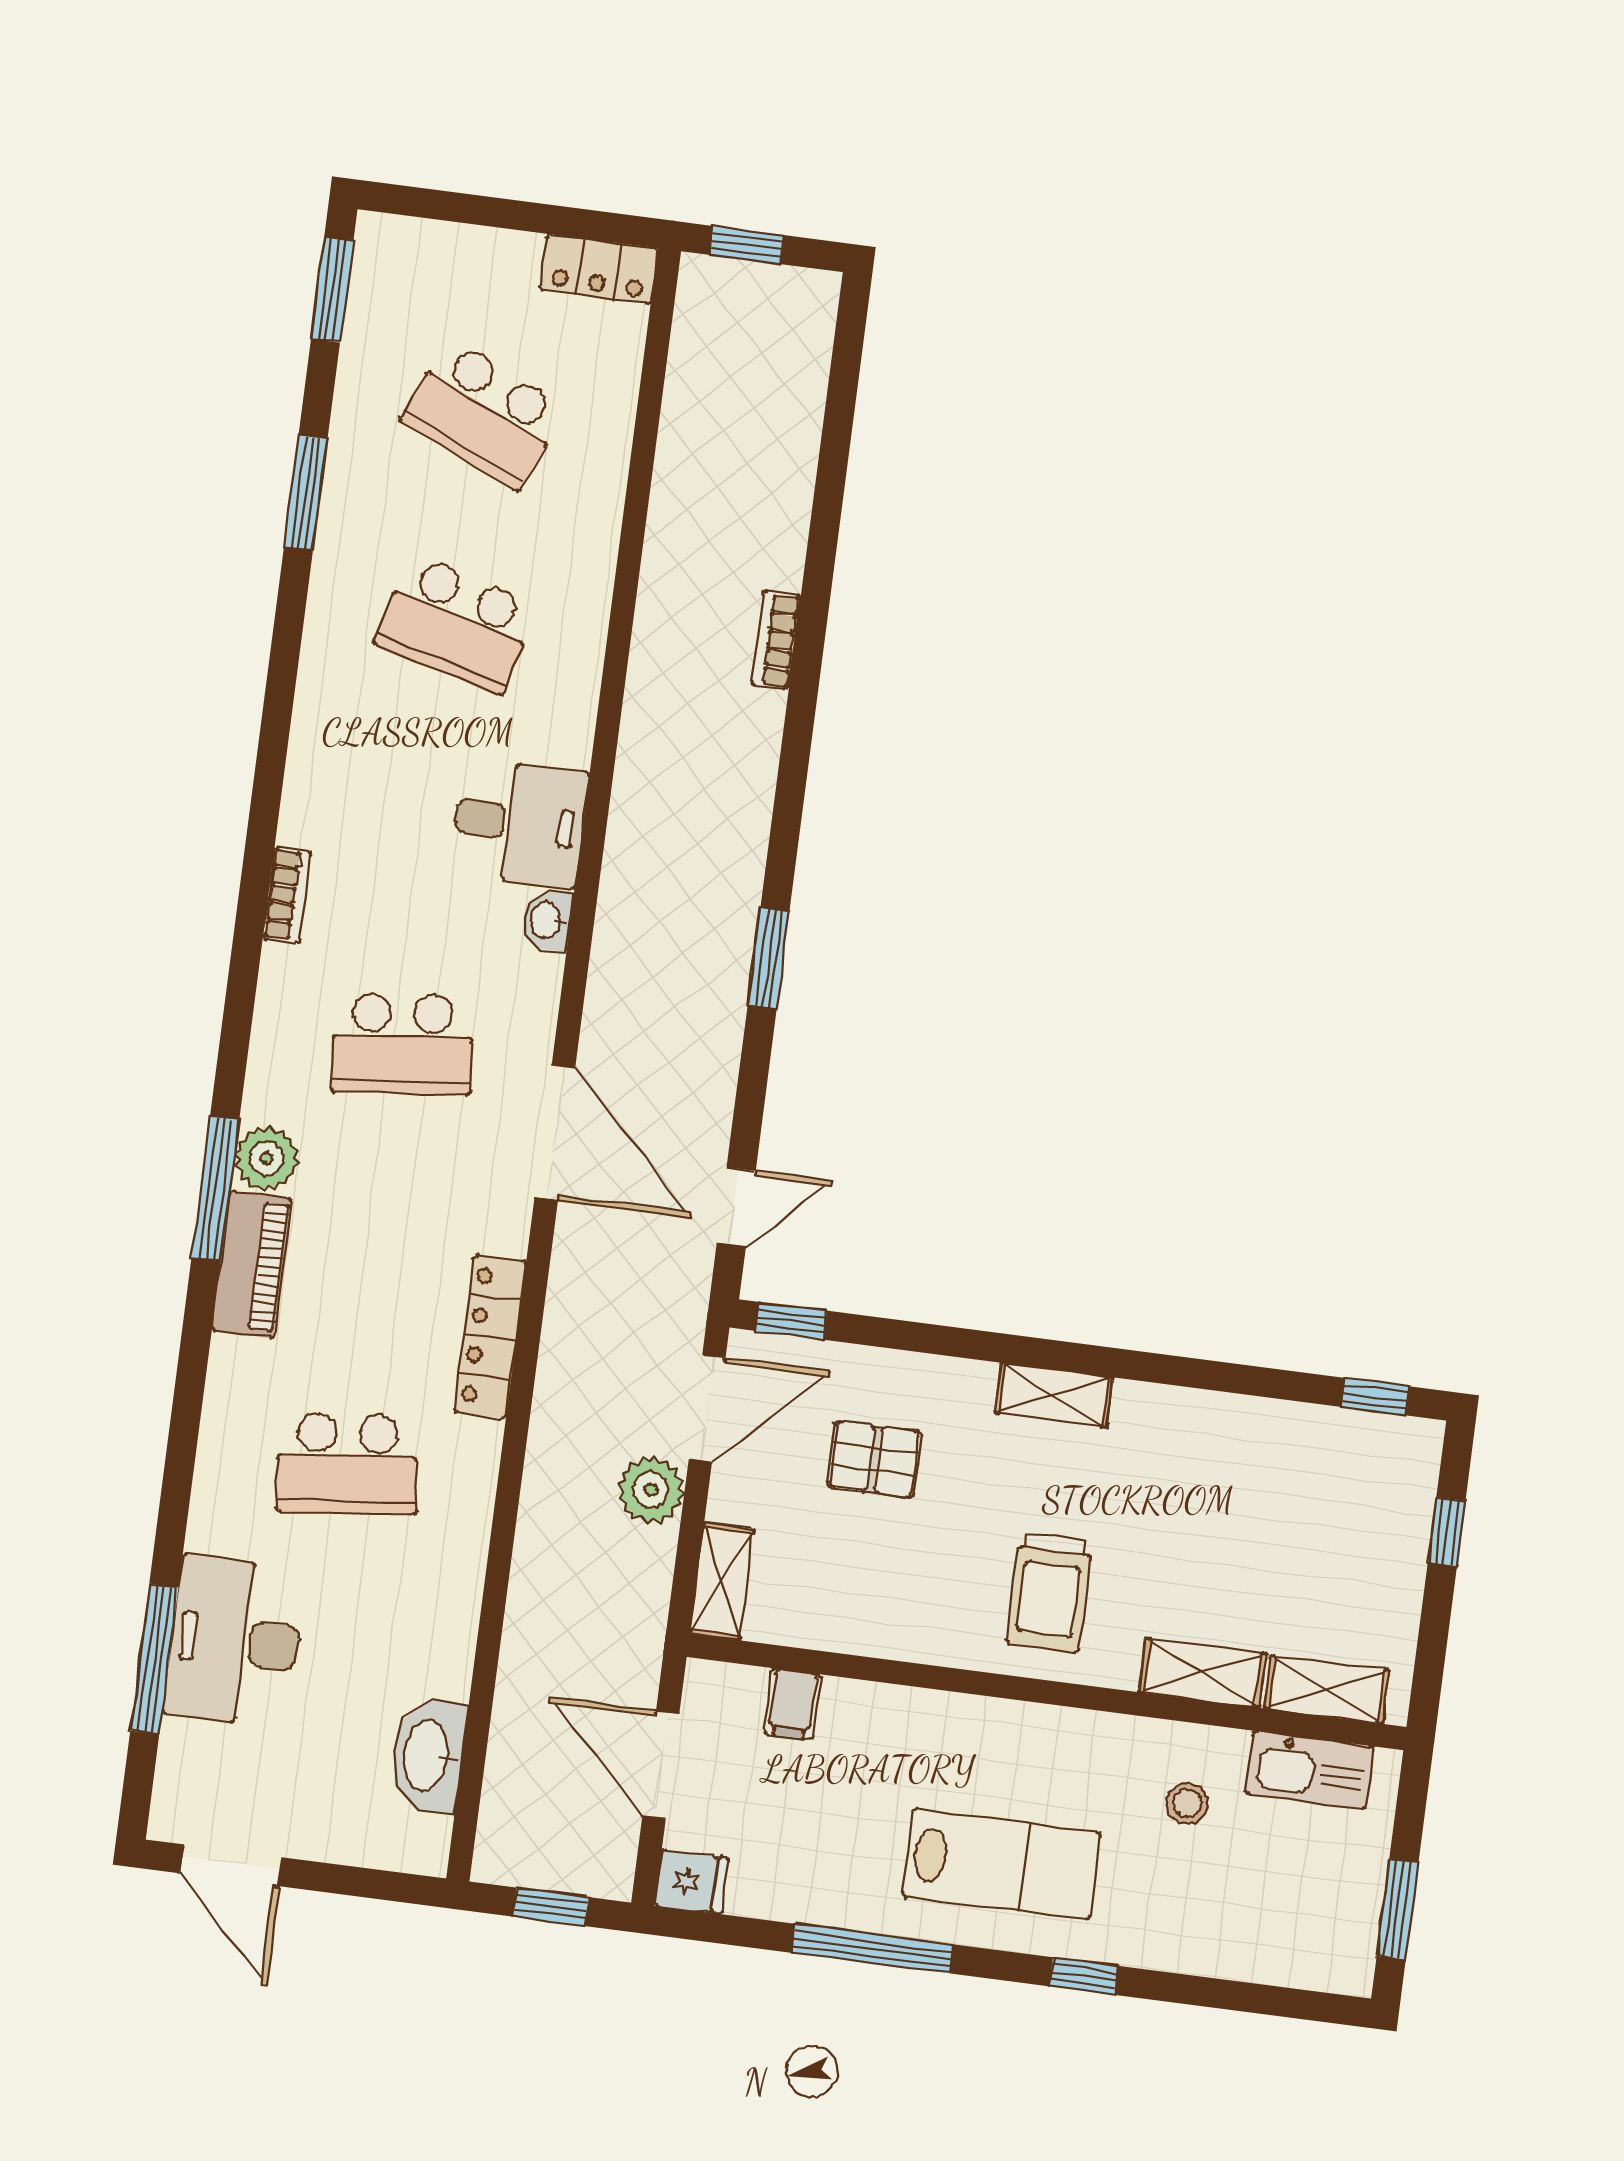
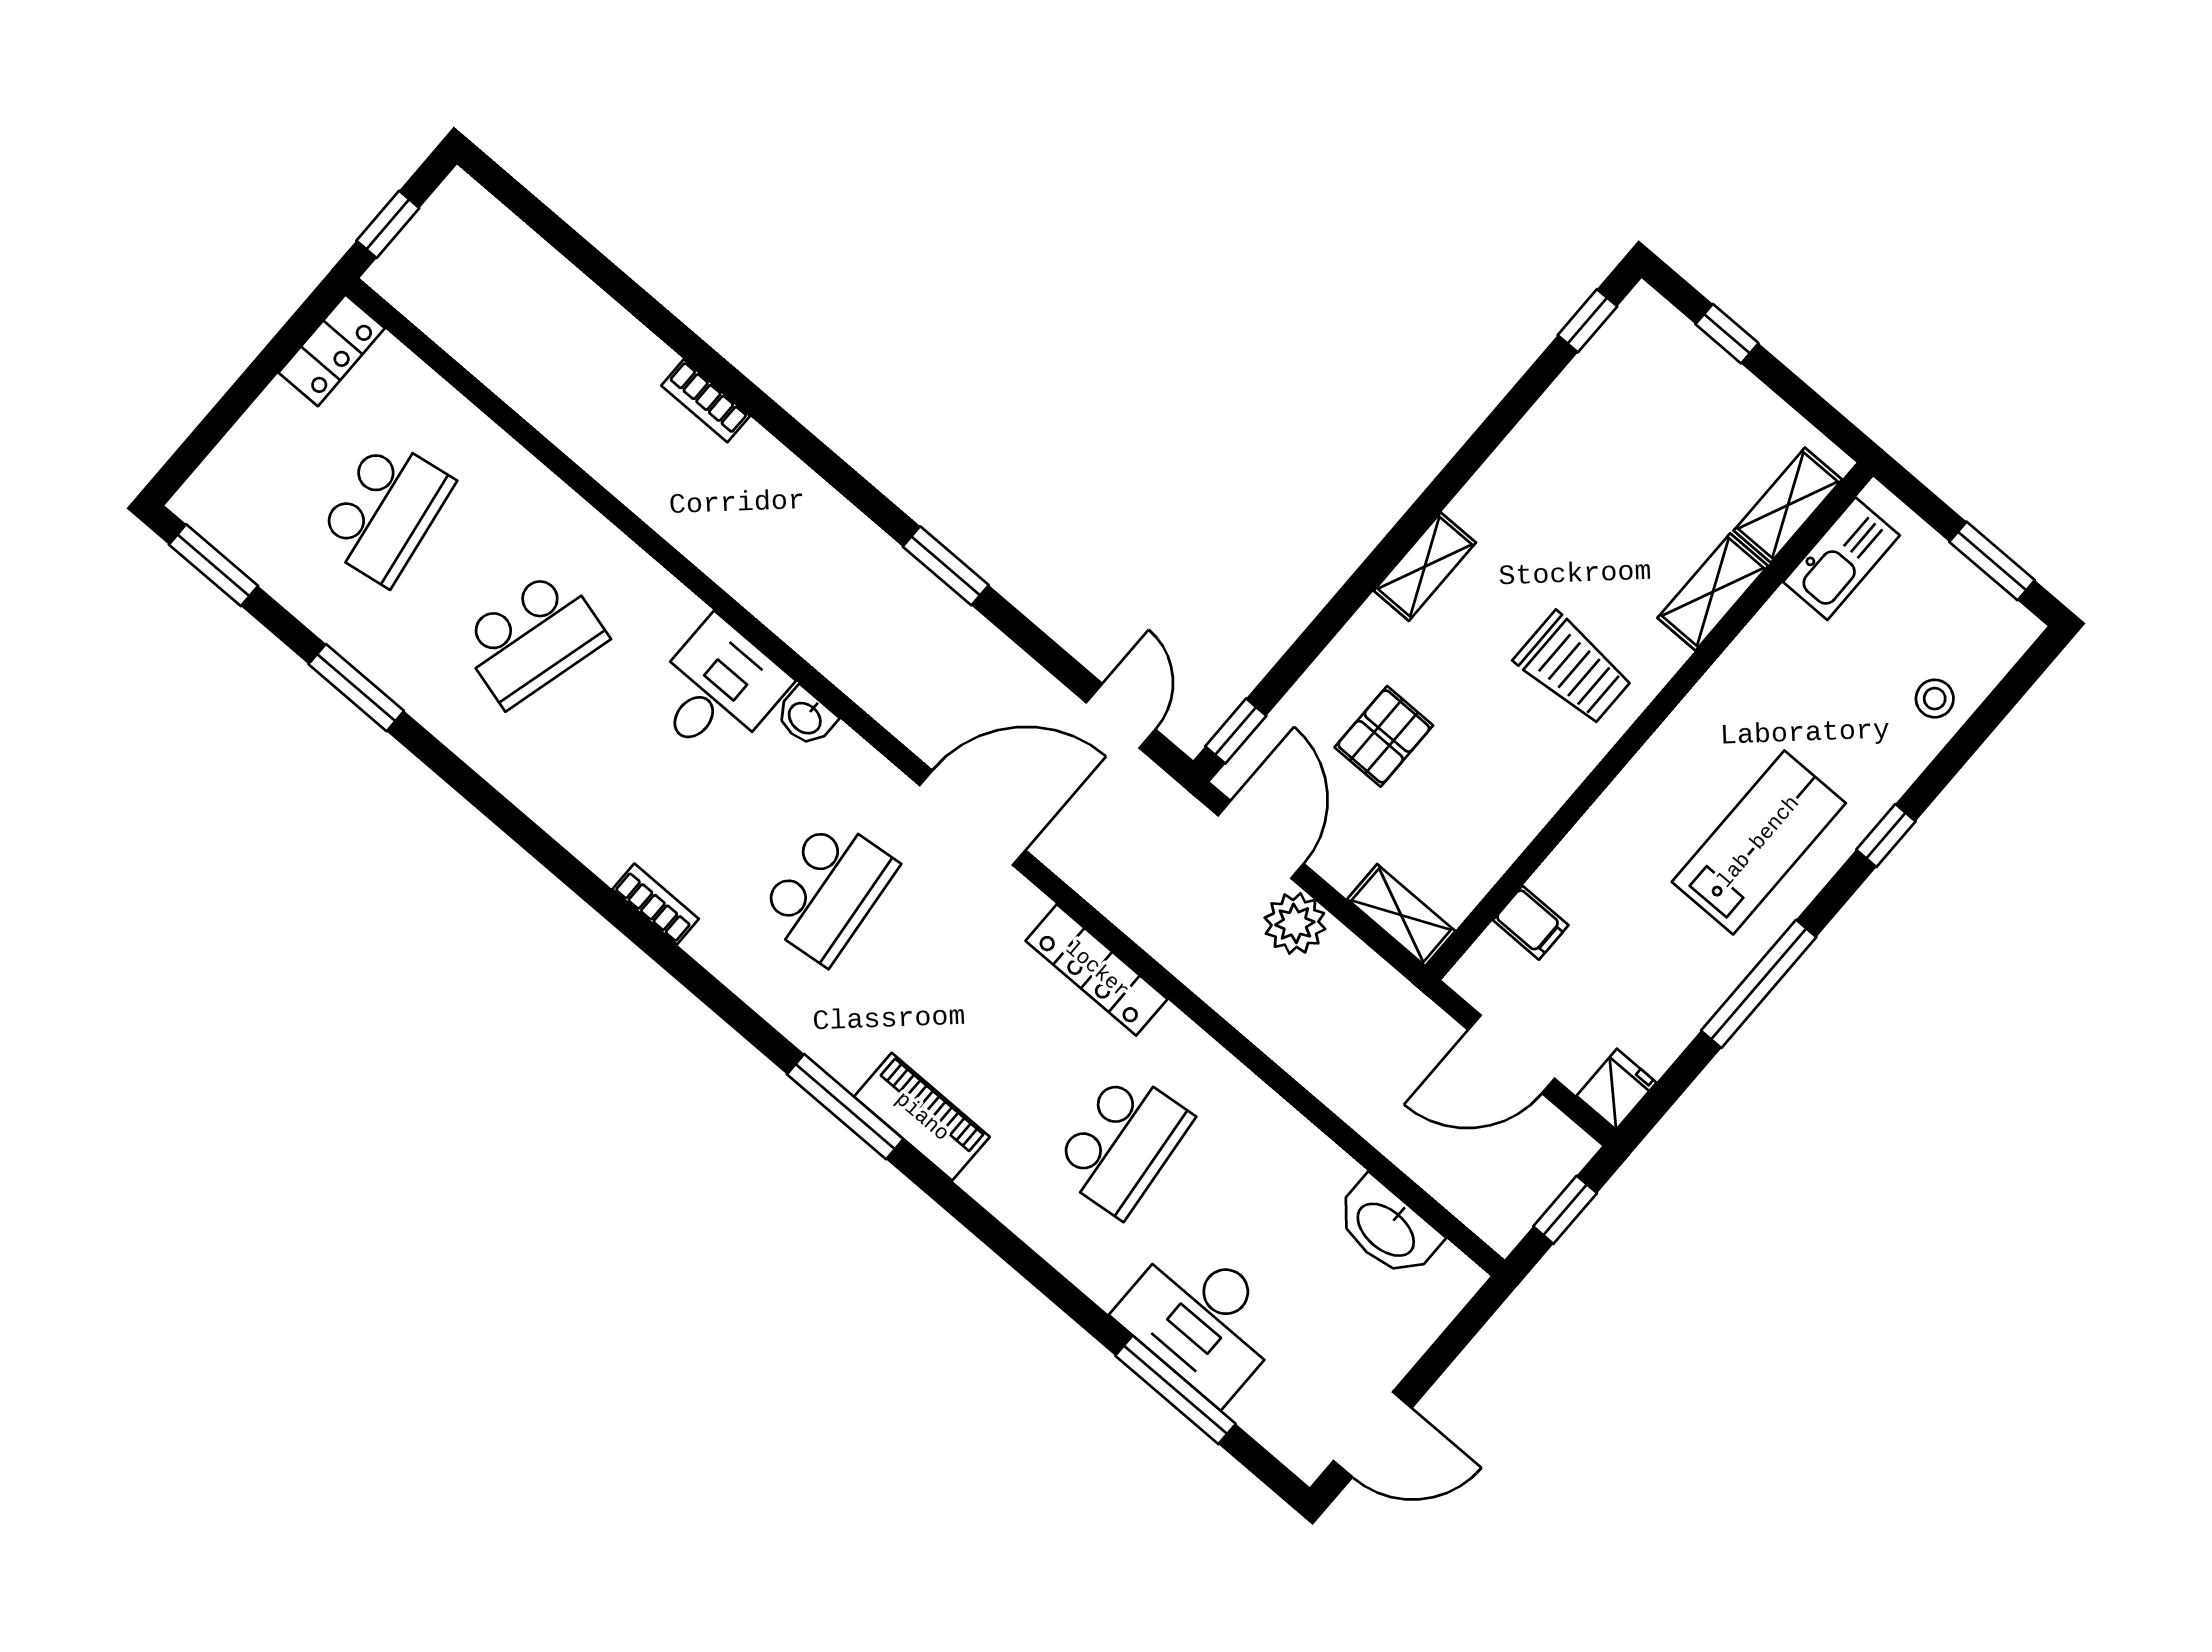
school desk: (484, 414) -> (385, 512), turned -33
plant: (266, 1158) -> (848, 1052), removed
stool: (1187, 1803) -> (1935, 699), moved

